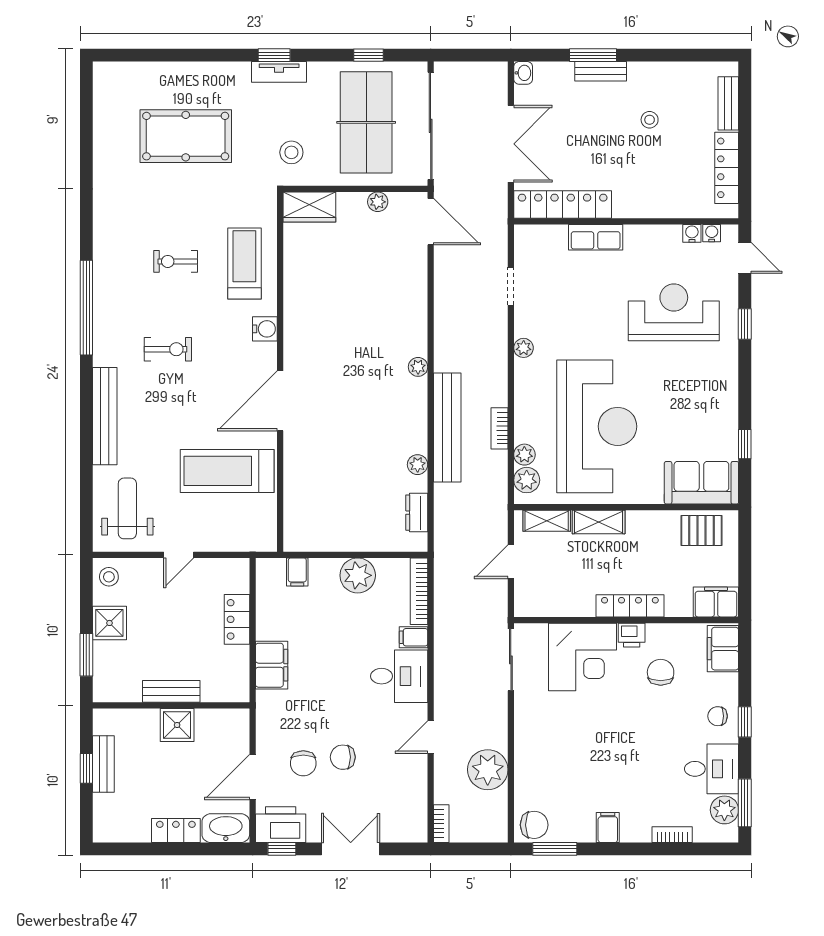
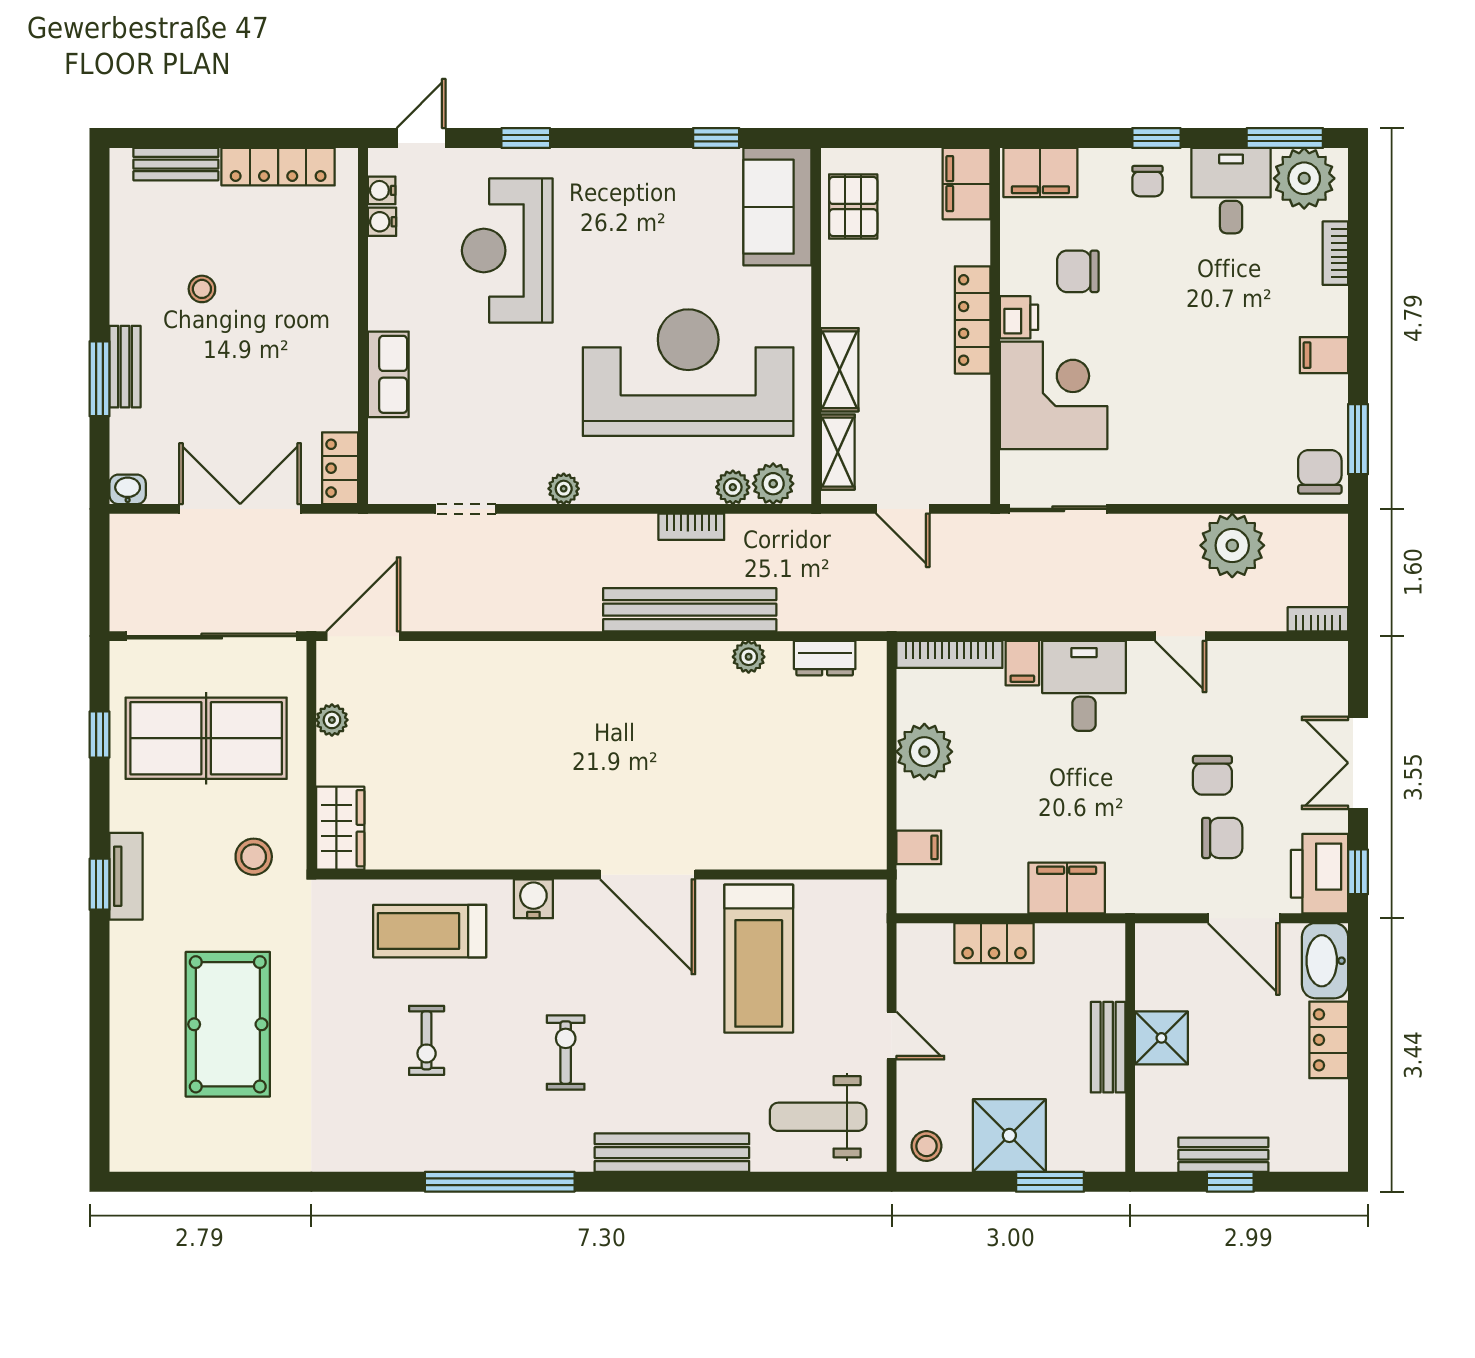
locker: (563, 205) -> (340, 468), width x0.46, depth x0.83
plant: (418, 367) -> (594, 656), removed
shower: (109, 623) -> (1009, 1135), width x1.36, depth x1.36
plant: (724, 810) -> (1304, 178), width x1.36, depth x1.36

